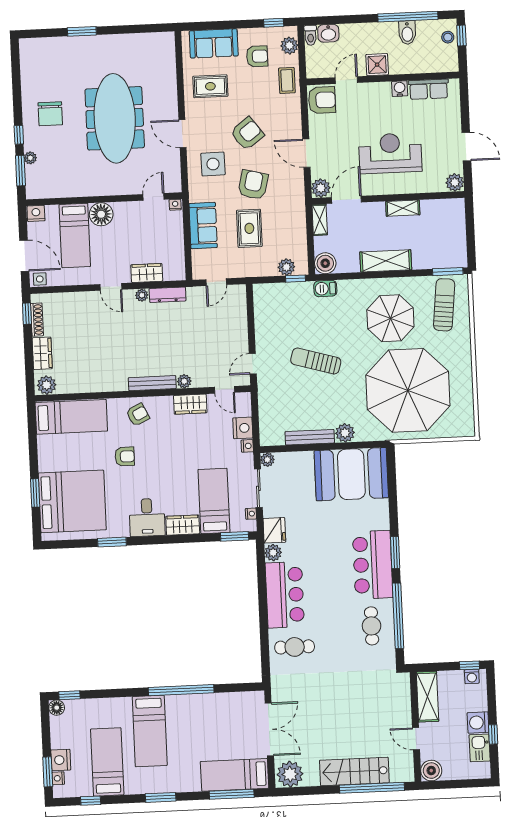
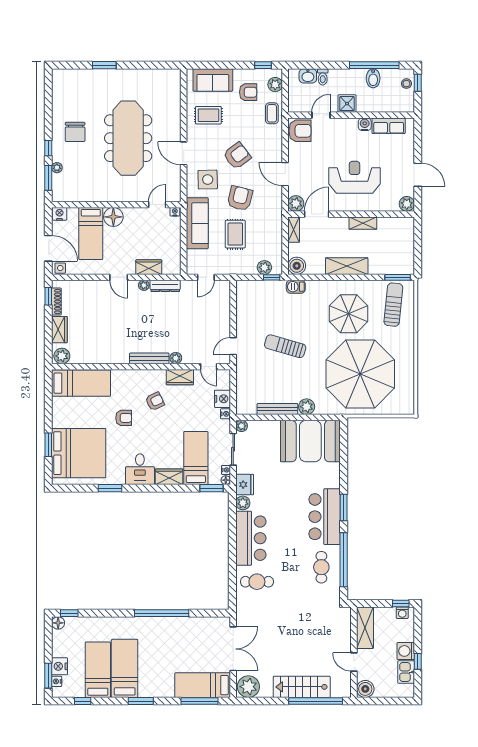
toilet: (310, 35) -> (323, 77), moved
sofa: (203, 226) -> (197, 223), width x1.36
armchair: (138, 415) -> (155, 401), moved
floor lamp: (251, 526) -> (226, 480), added
bed: (150, 731) -> (125, 668), moved, turned 180

